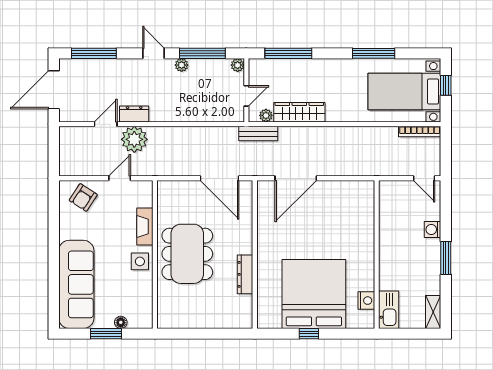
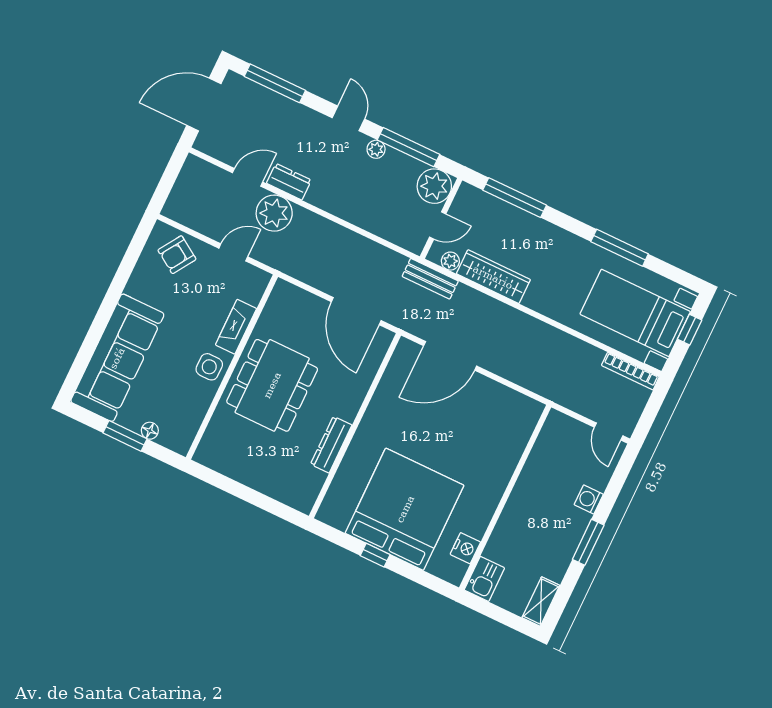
plant: (238, 65) -> (434, 186), width x1.88, depth x1.88
kitchen sink: (389, 310) -> (484, 579), width x0.73

